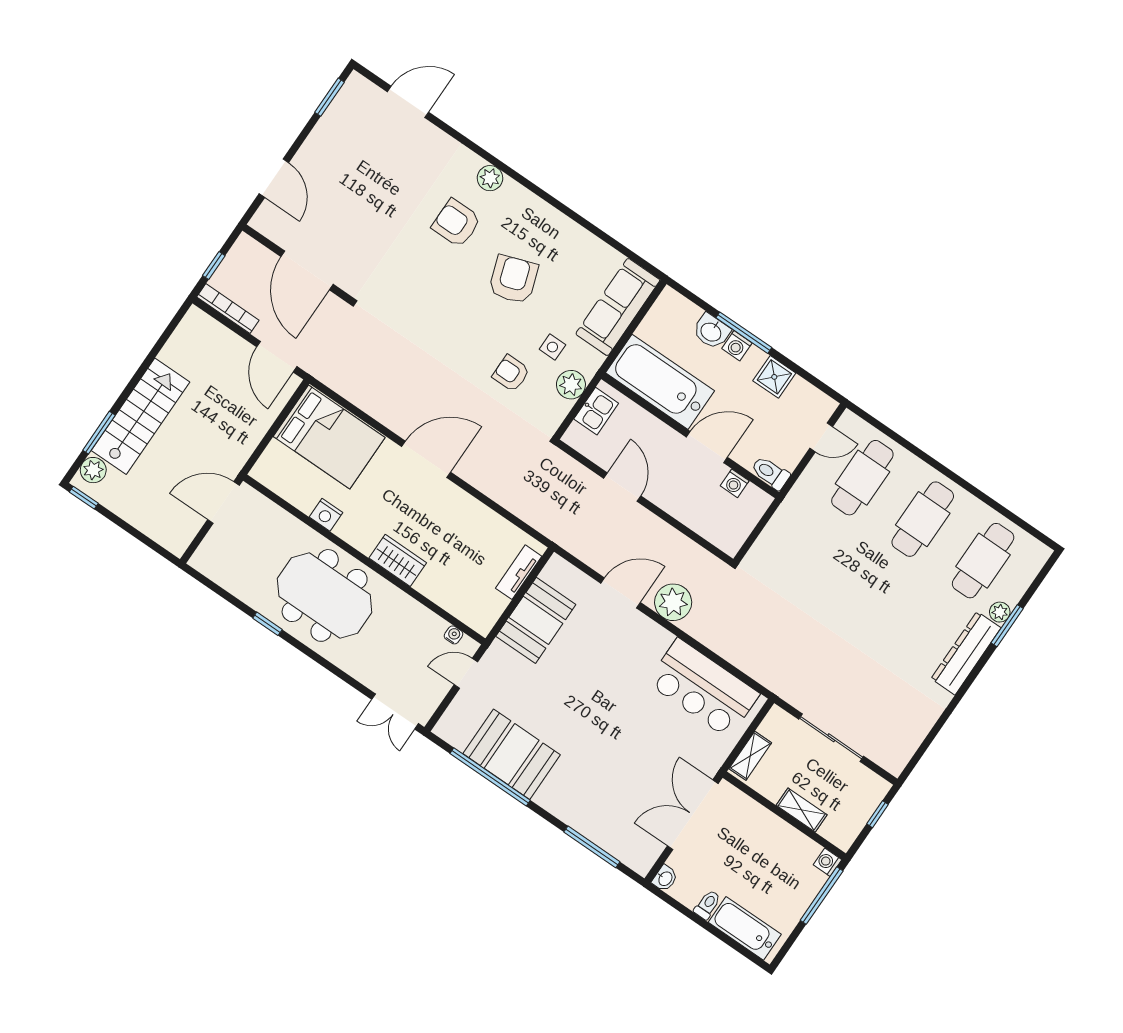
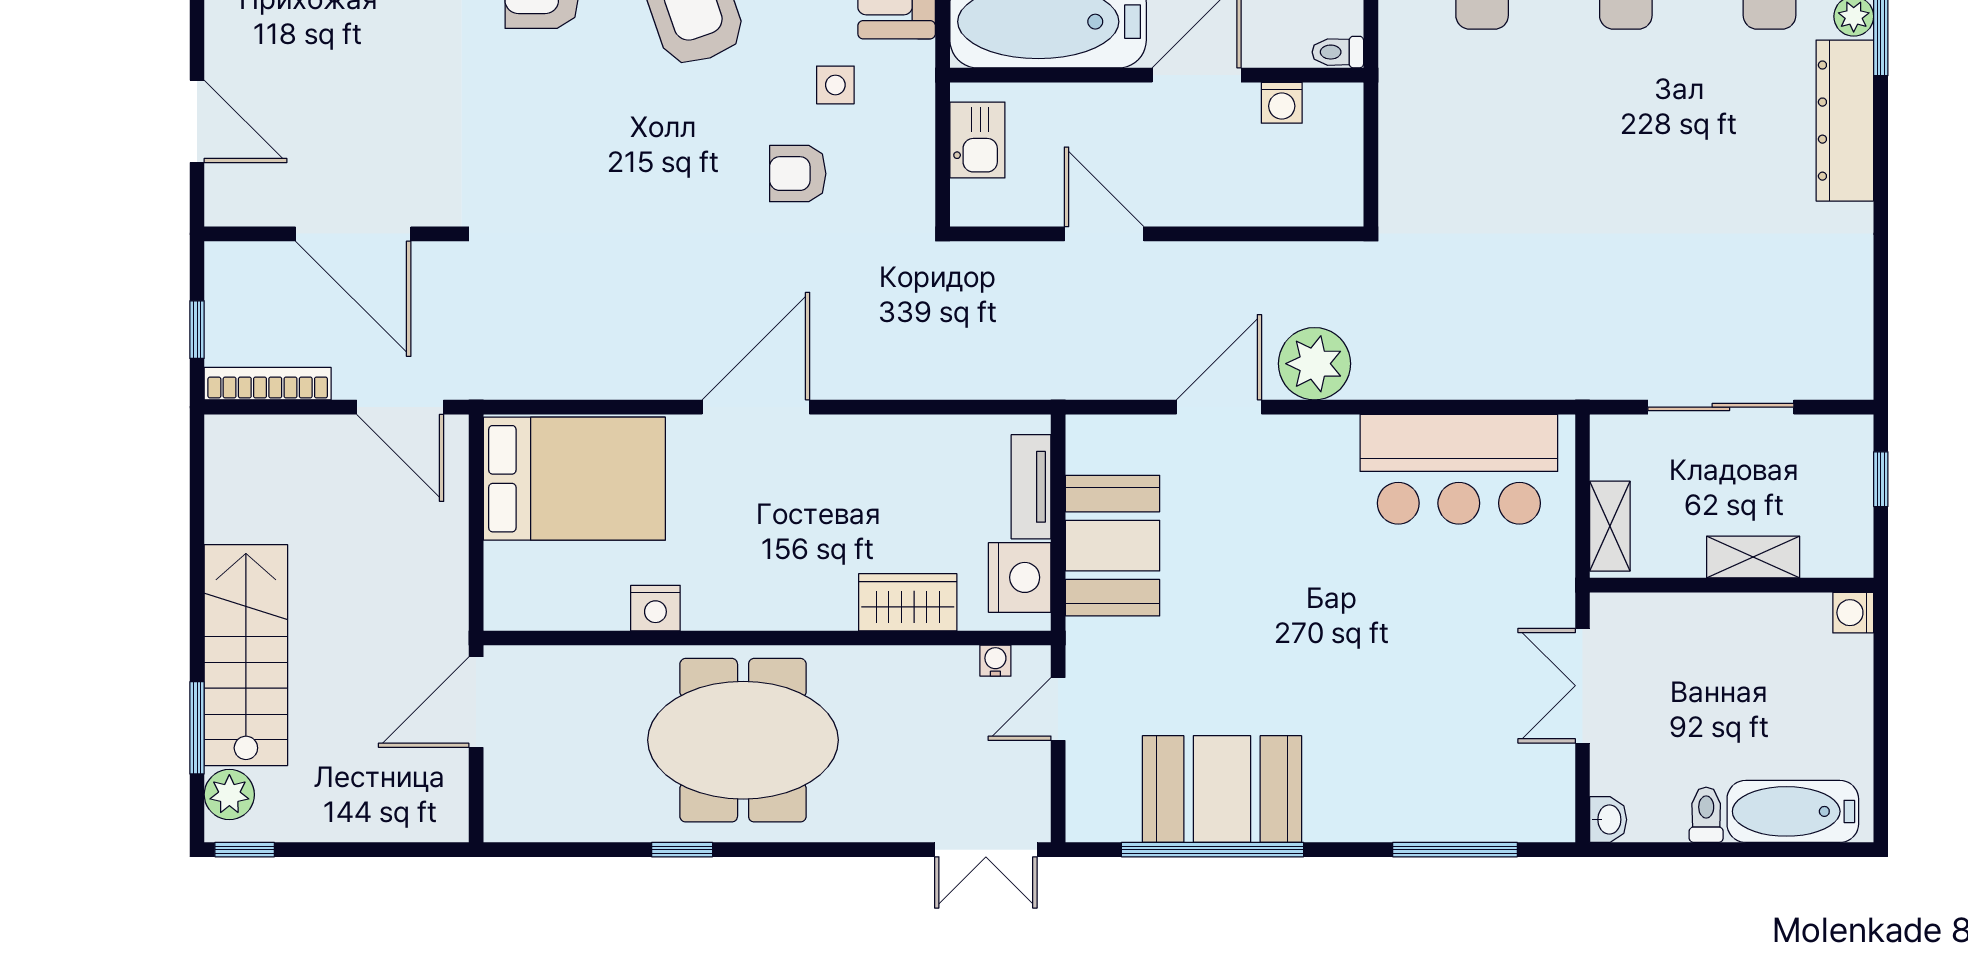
plant: (571, 385) -> (907, 125), removed
toilet: (770, 473) -> (1338, 52), width x0.73, depth x0.72
wardrobe: (398, 560) -> (908, 602), moved
nightstand: (488, 607) -> (1020, 577), added
double door: (693, 815) -> (1583, 686), width x0.73
window: (822, 896) -> (1881, 673), removed

